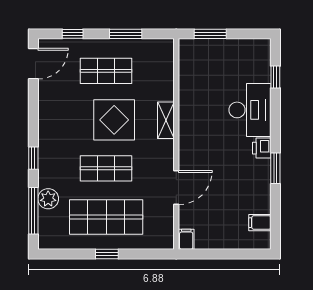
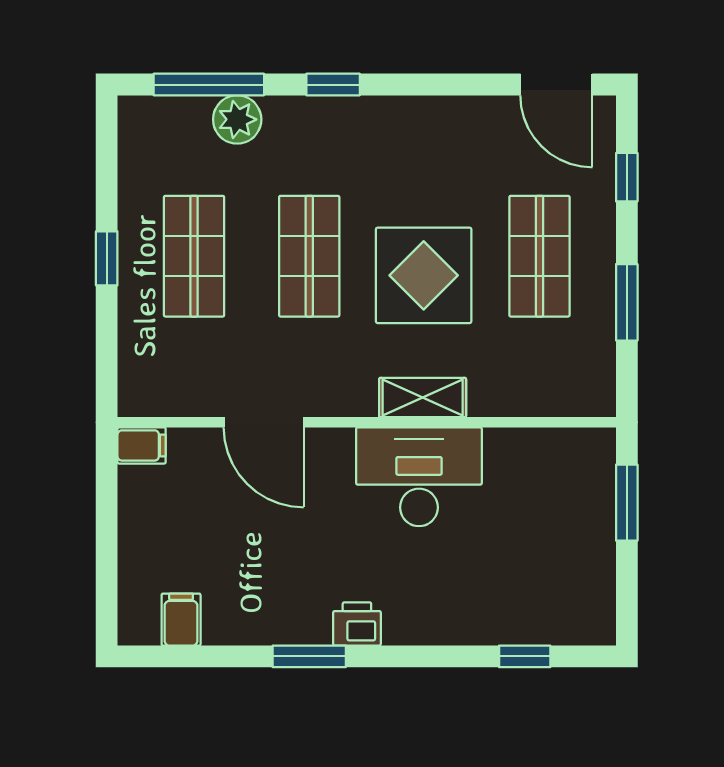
desk: (250, 110) -> (419, 477), moved, turned 180
shop shelf: (106, 217) -> (194, 256), width x0.70, depth x0.74

